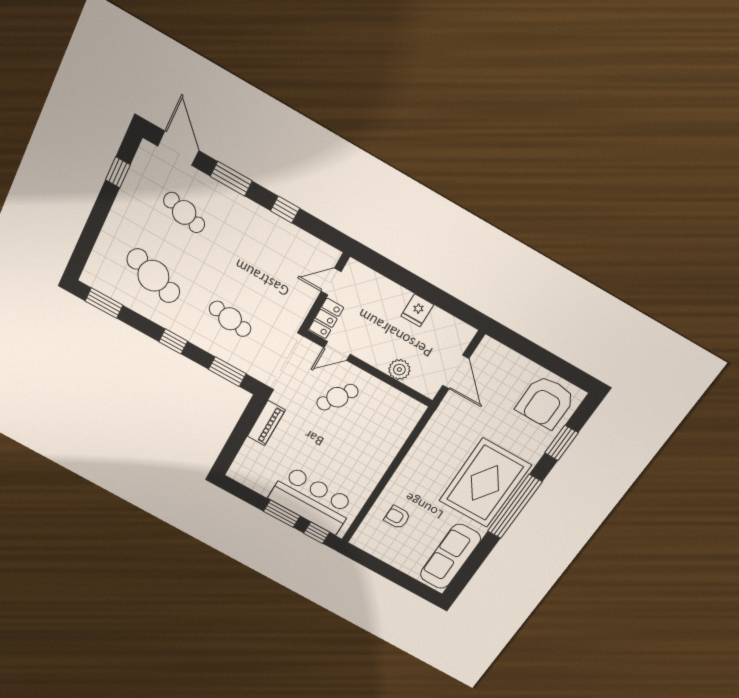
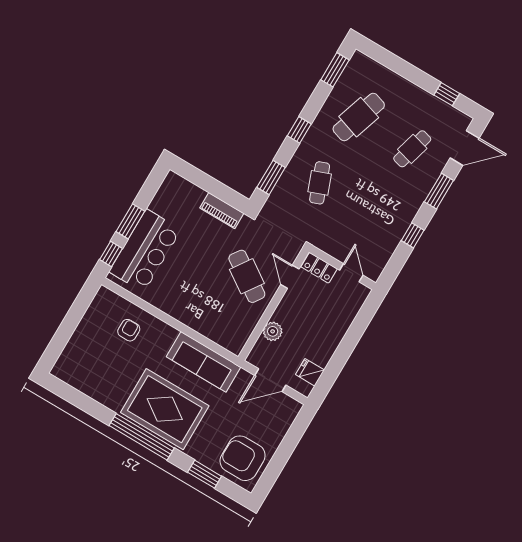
fridge: (417, 310) -> (310, 372), moved
cafe table: (230, 319) -> (320, 183), turned -30
cafe table: (337, 397) -> (247, 276), width x1.37, depth x1.35
sofa: (450, 557) -> (203, 362), moved, turned 180

